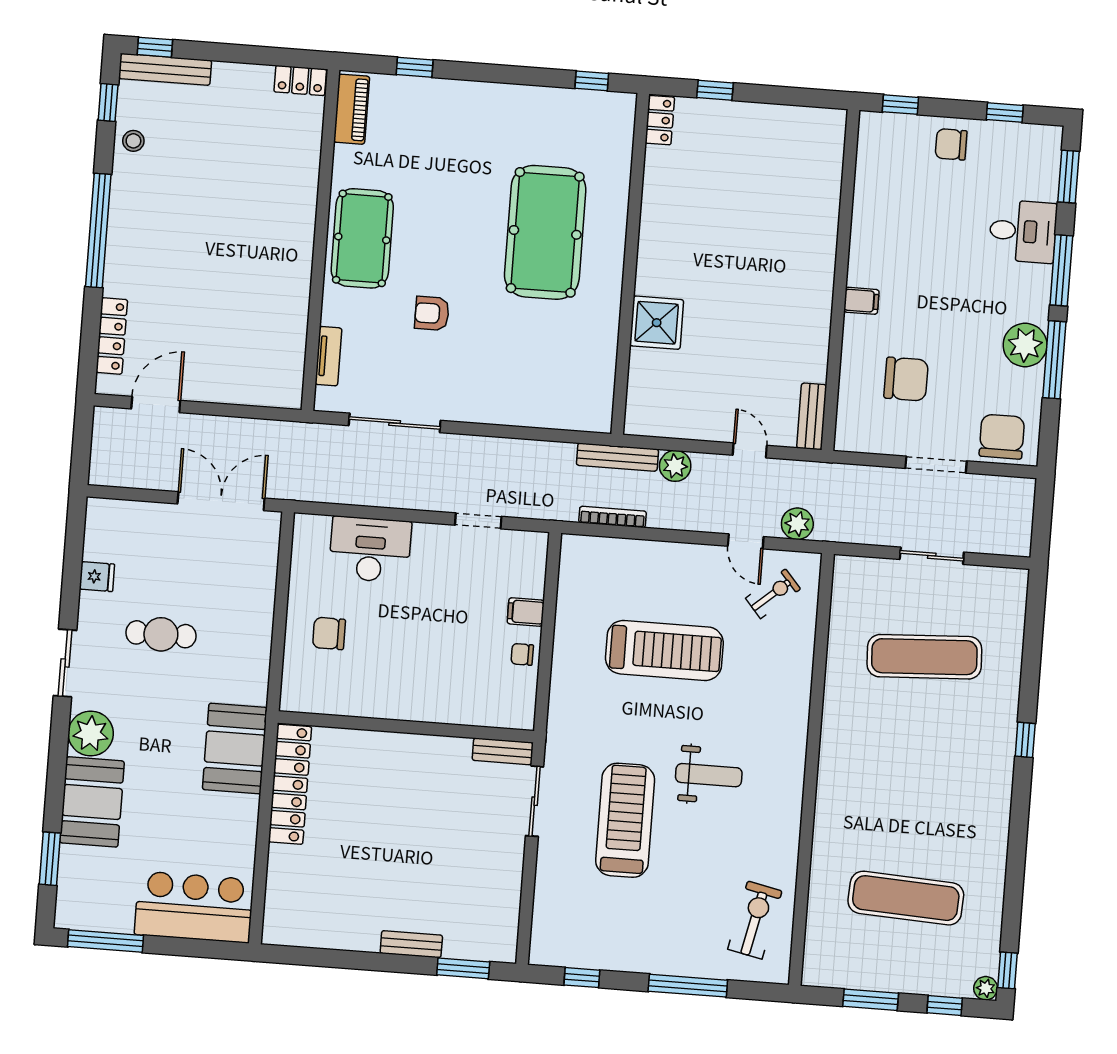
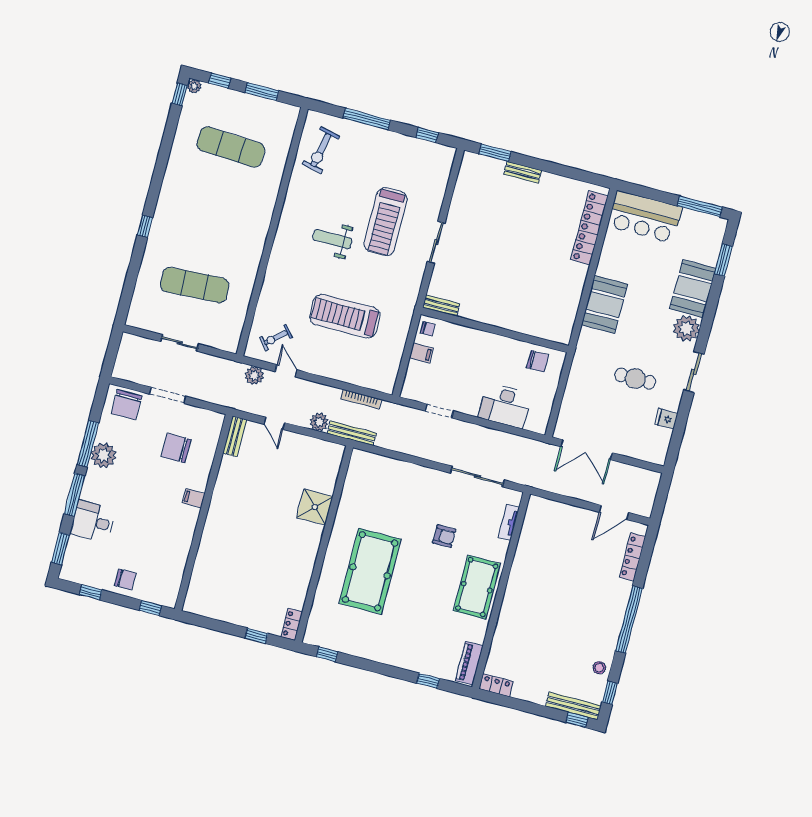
wall: (406, 727) -> (495, 330), moved
bench: (503, 751) -> (441, 305), moved
locker: (290, 784) -> (589, 228), moved

